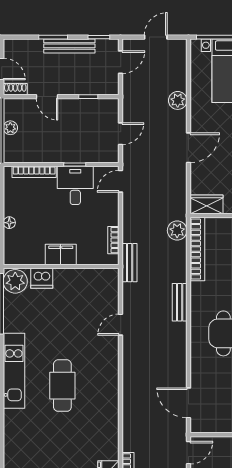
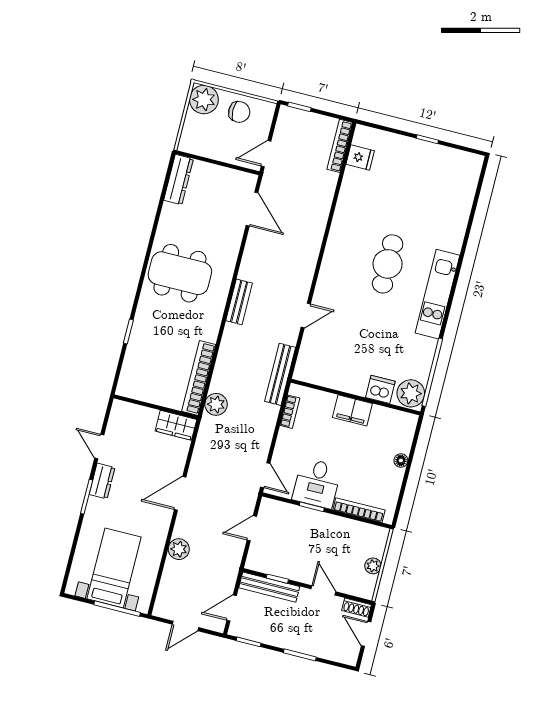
bench: (69, 46) -> (269, 587), moved
door: (121, 181) -> (265, 475), hinge flipped
bench: (130, 263) -> (280, 374), width x1.36
bench: (180, 302) -> (239, 302), moved

